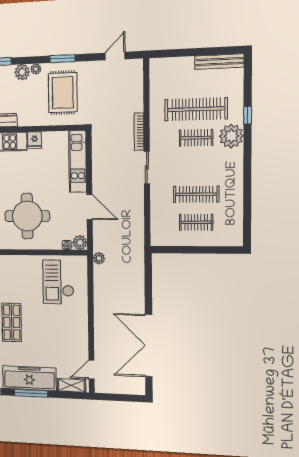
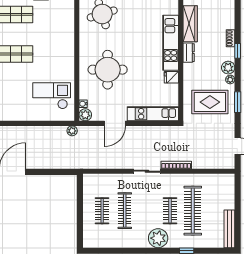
plant: (231, 136) -> (158, 238), moved

